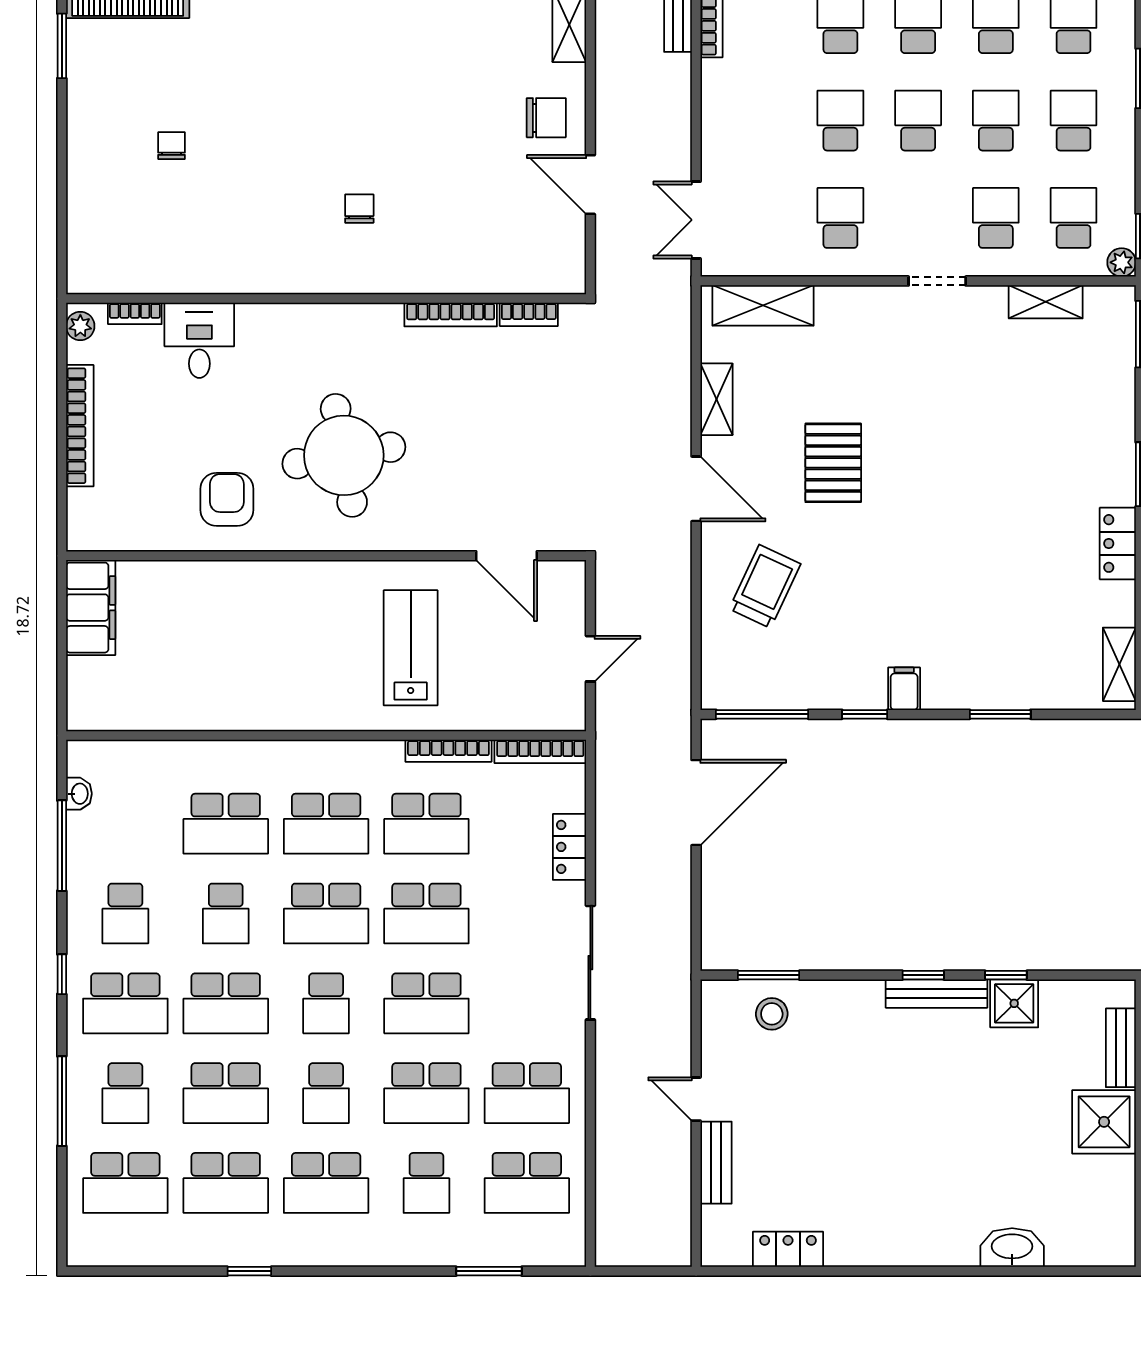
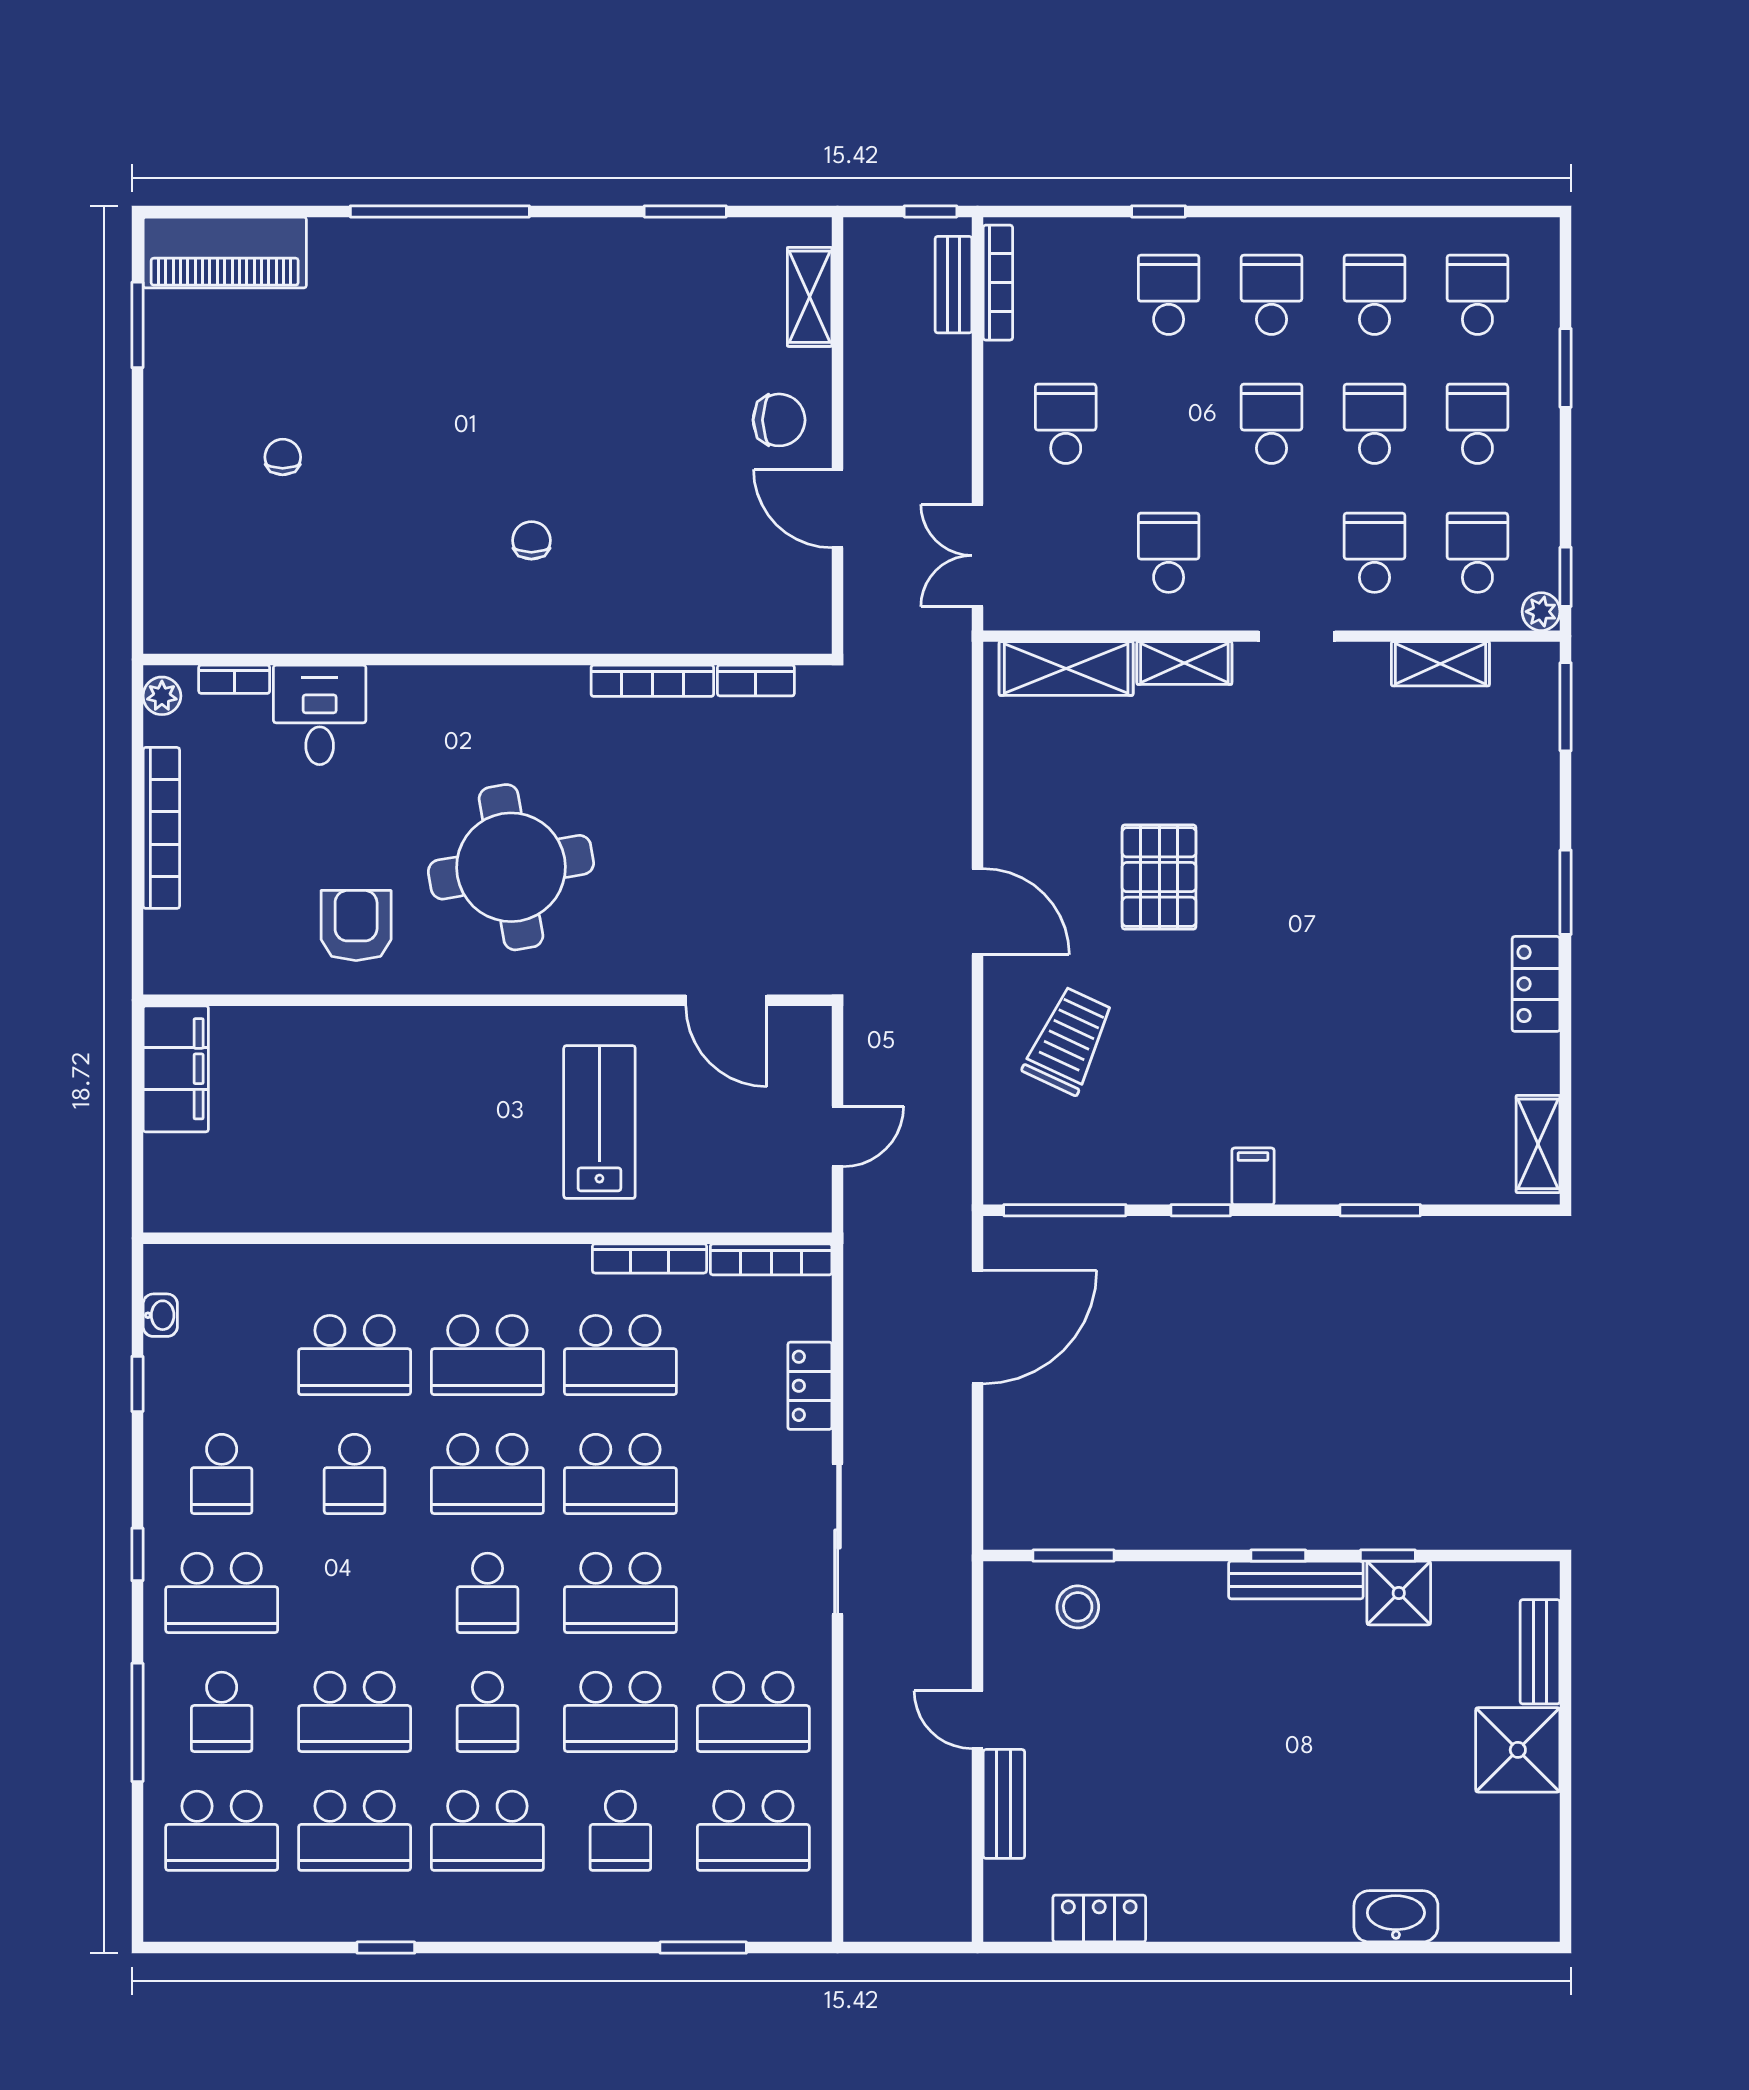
school desk: (840, 121) -> (1066, 424), moved
shelving: (716, 399) -> (1184, 663), moved, turned 90
window: (62, 846) -> (137, 1384), width x0.46
school desk: (226, 1003) -> (355, 1593), removed

